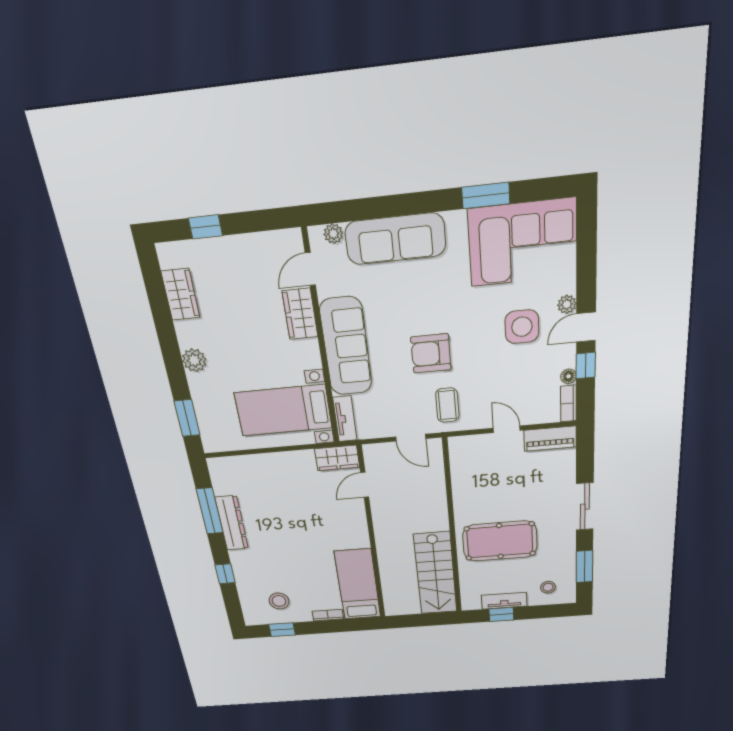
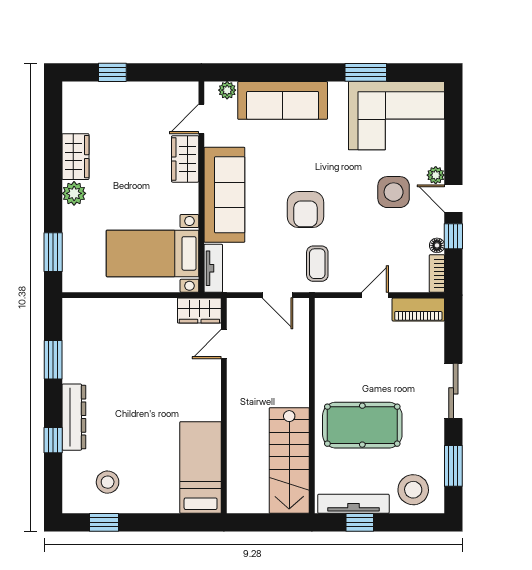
wardrobe: (180, 294) -> (75, 157), moved
door: (586, 327) -> (453, 198), hinge flipped
armchair: (431, 353) -> (306, 209), turned -90
door: (507, 429) -> (375, 295), hinge flipped
window: (210, 511) -> (53, 360), width x0.69
dresser: (232, 523) -> (74, 417), moved
stool: (548, 587) -> (413, 490), width x1.89, depth x1.89
tv unit: (504, 601) -> (353, 504), width x1.41
bookcase: (328, 615) -> (161, 506), removed

